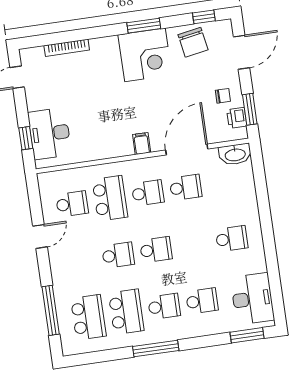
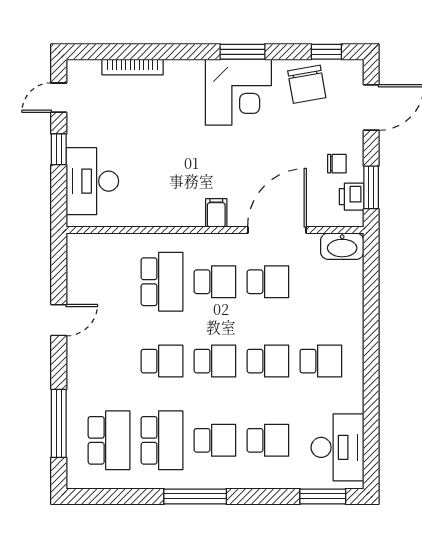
window: (26, 138) -> (59, 149), moved
school desk: (72, 204) -> (268, 361), moved

